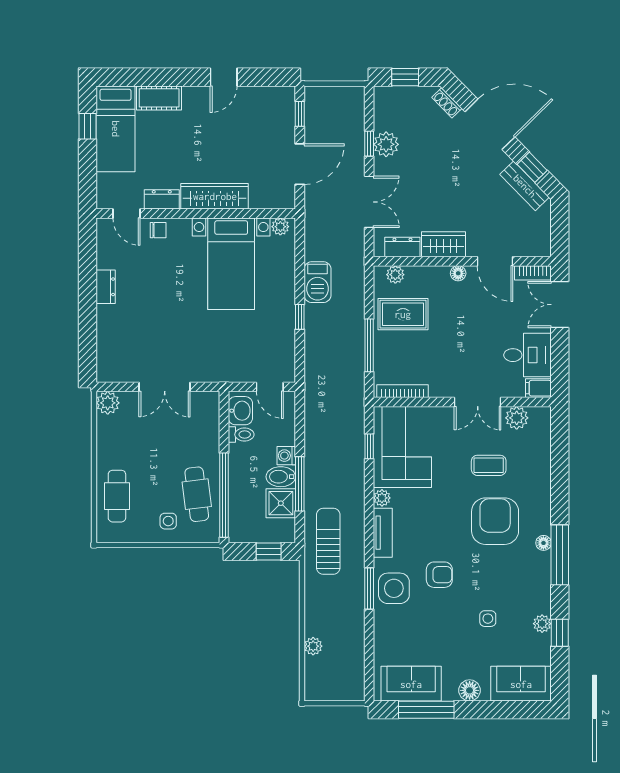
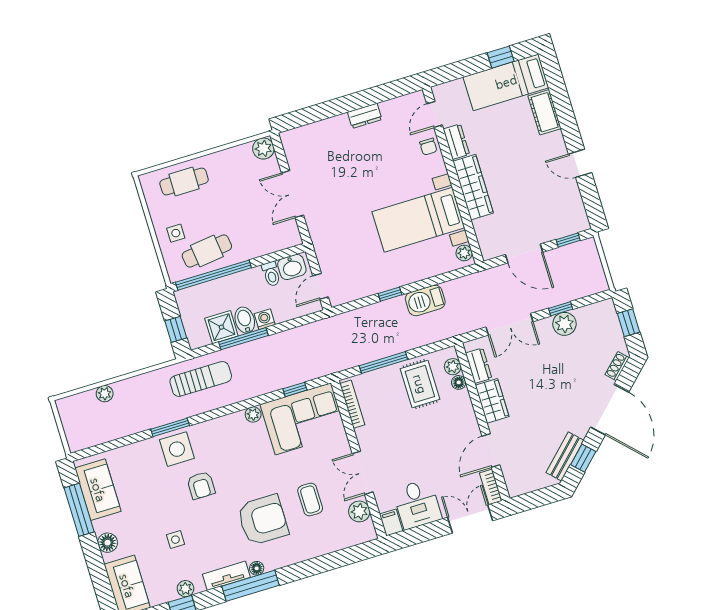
floor lamp: (458, 273) -> (459, 382), moved
tv unit: (383, 533) -> (226, 576), moved, turned 180

